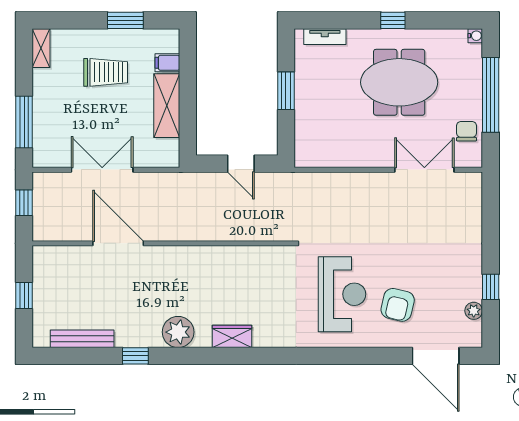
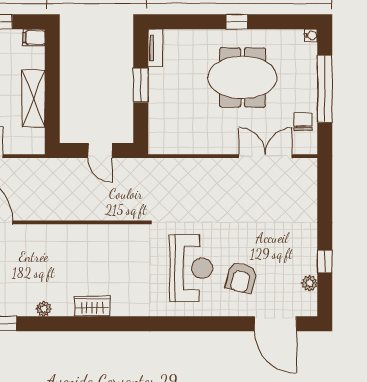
tv unit: (325, 37) -> (155, 48), moved, turned -90
filing cabinet: (167, 63) -> (34, 38), moved
plant: (178, 332) -> (44, 309), width x0.53, depth x0.53

